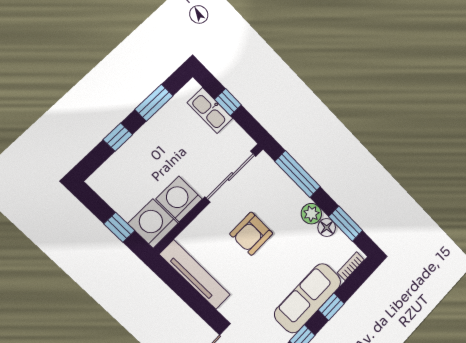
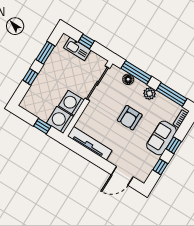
window: (346, 224) -> (172, 95), width x1.44
floor lamp: (327, 228) -> (128, 79), moved
armchair: (251, 234) -> (130, 118), moved
sofa: (308, 298) -> (161, 138), width x0.73

